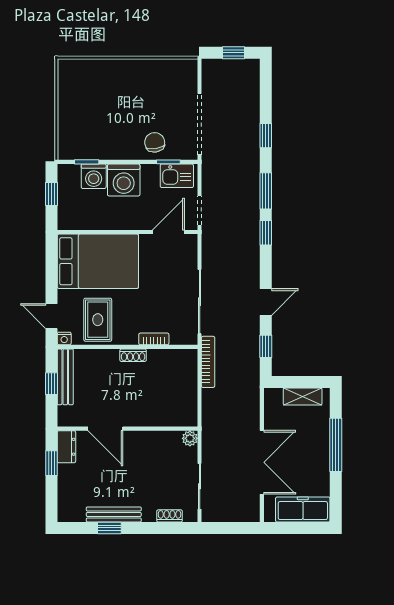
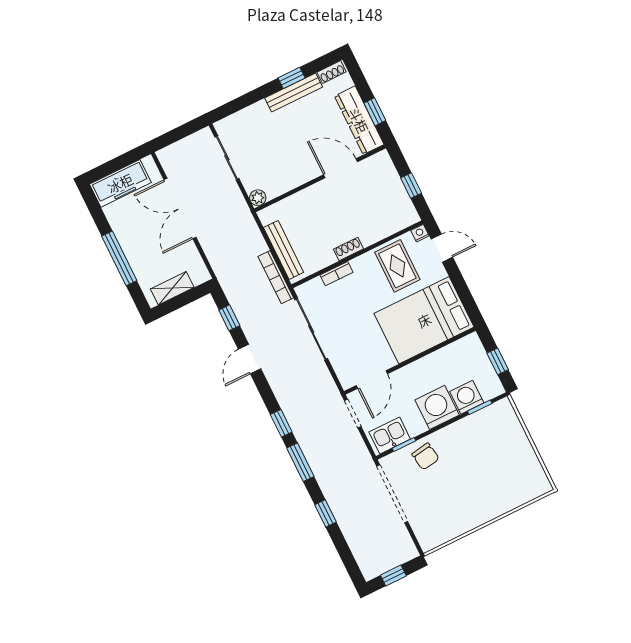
bench: (65, 377) -> (284, 250), moved
dresser: (66, 447) -> (359, 120), width x1.96, depth x1.24
shoe rack: (170, 516) -> (332, 72), moved

